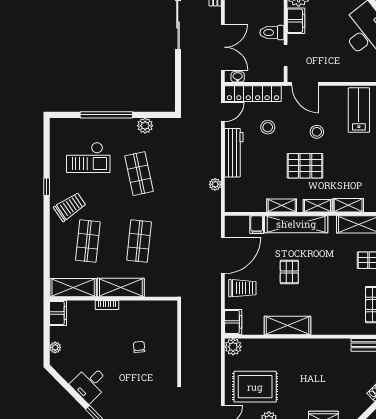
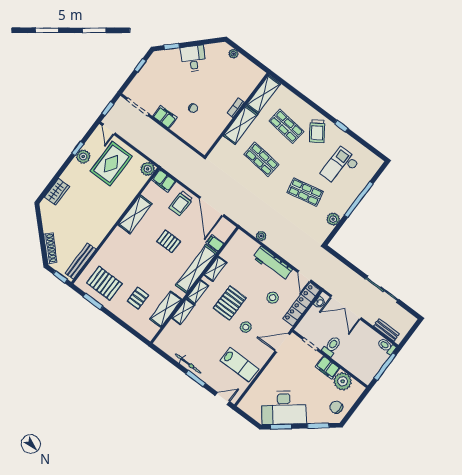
filing cabinet: (58, 313) -> (165, 117), moved, turned 180

